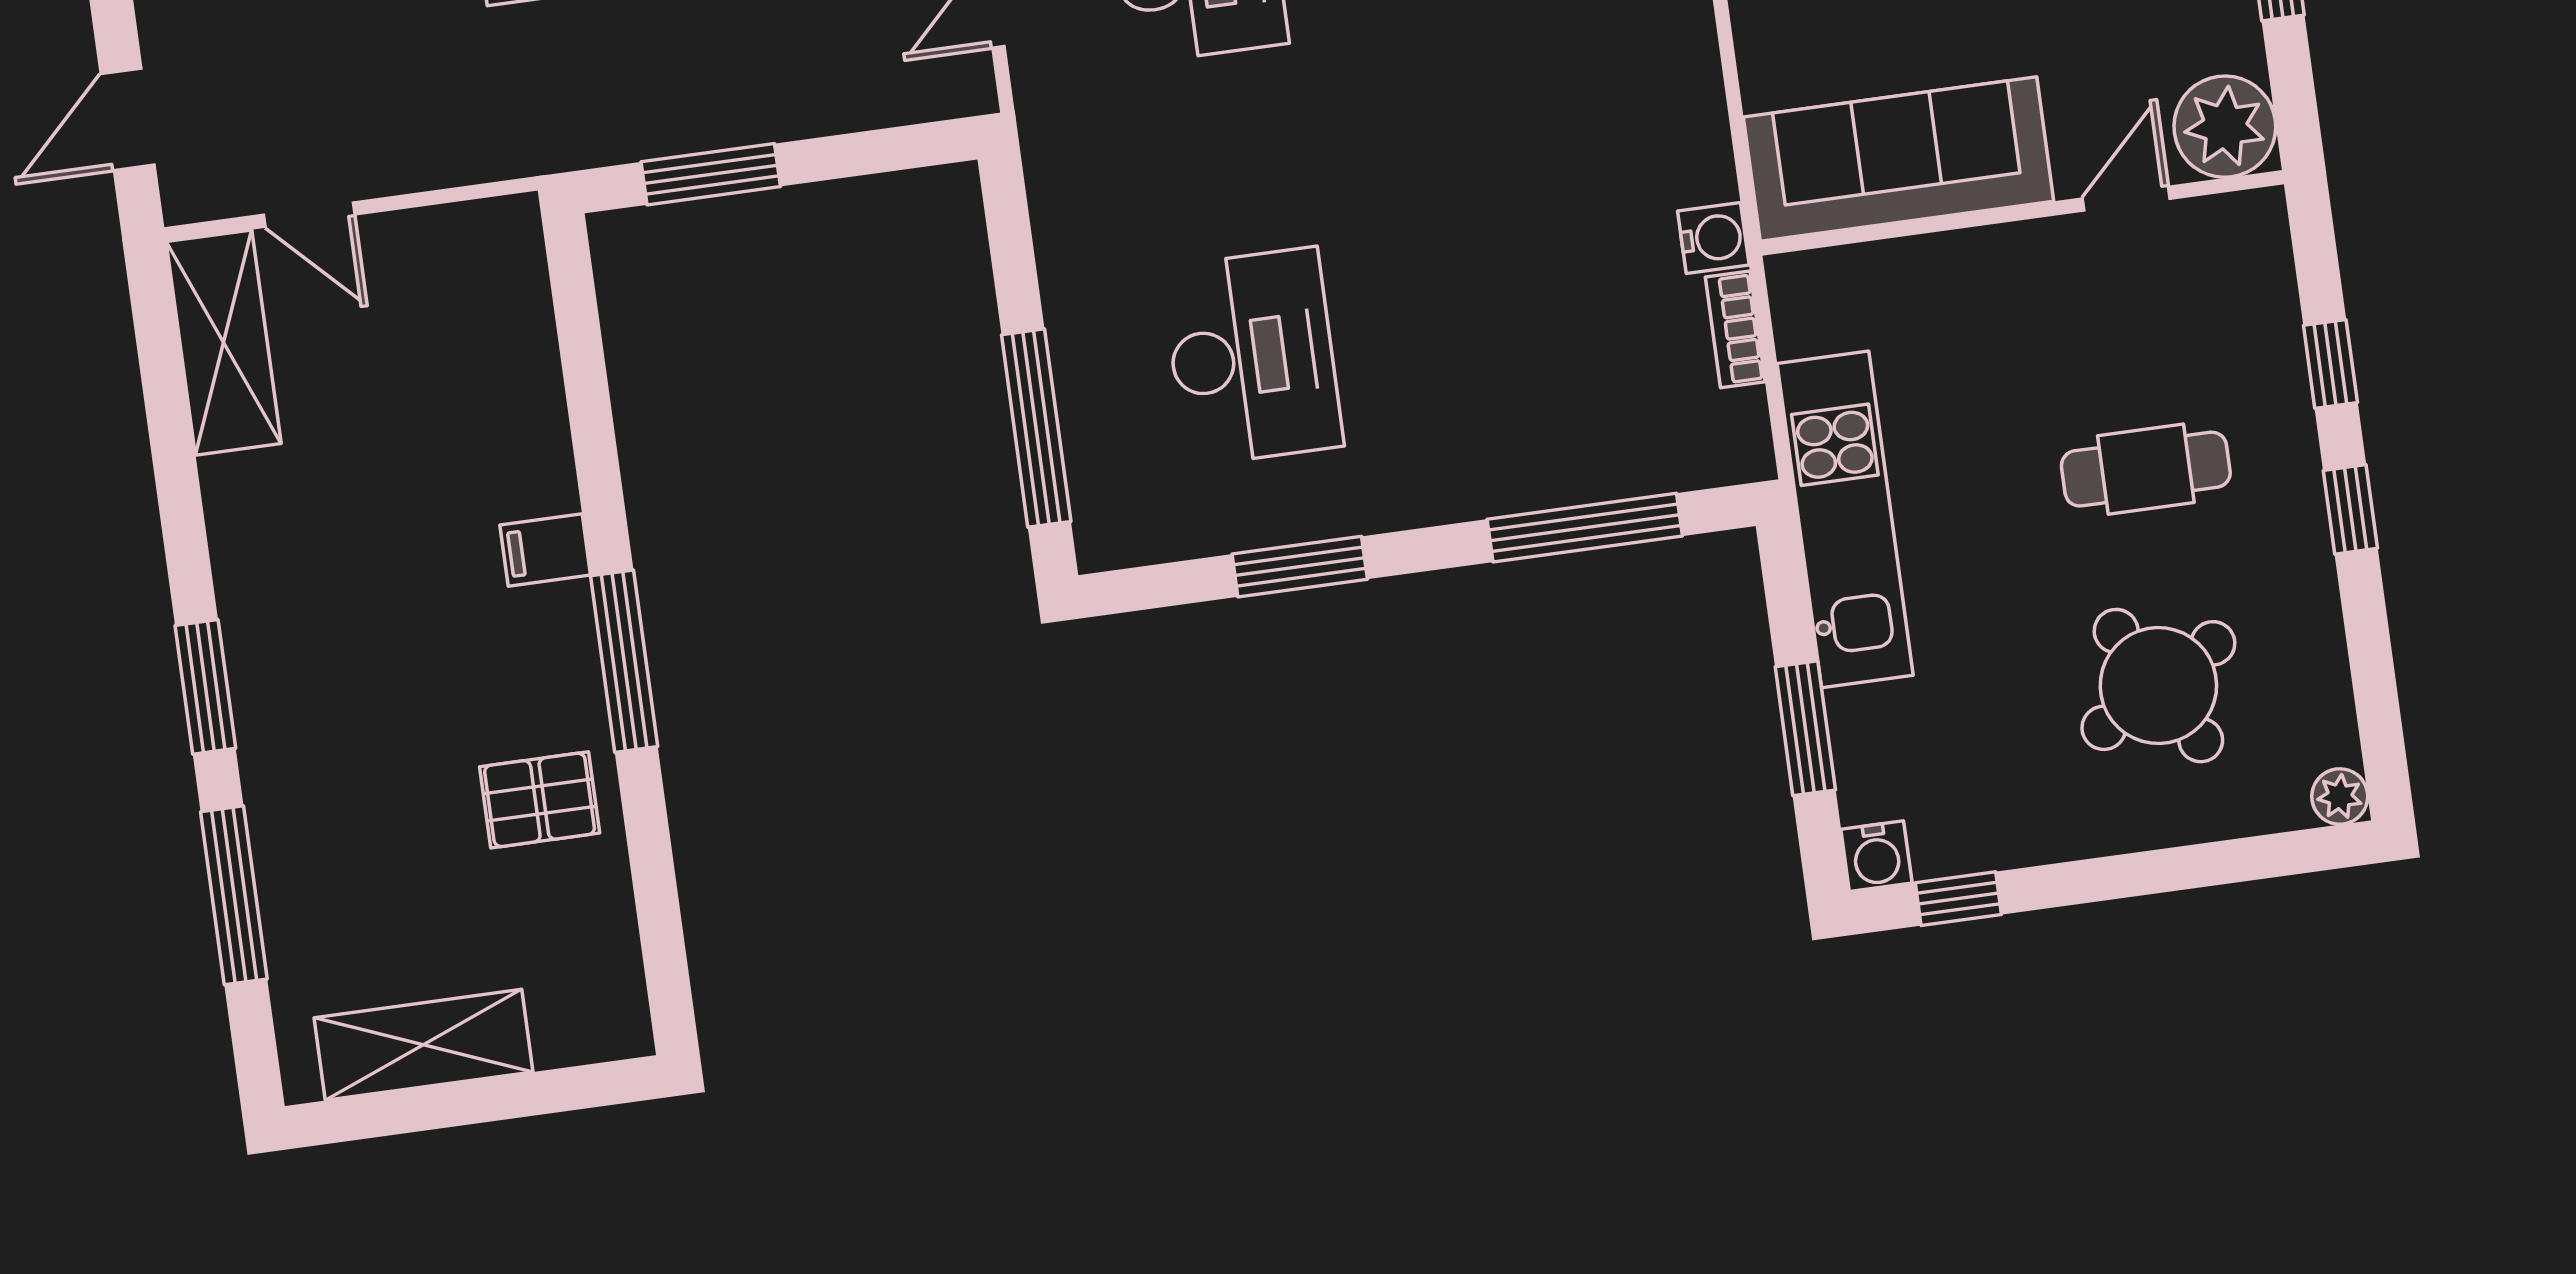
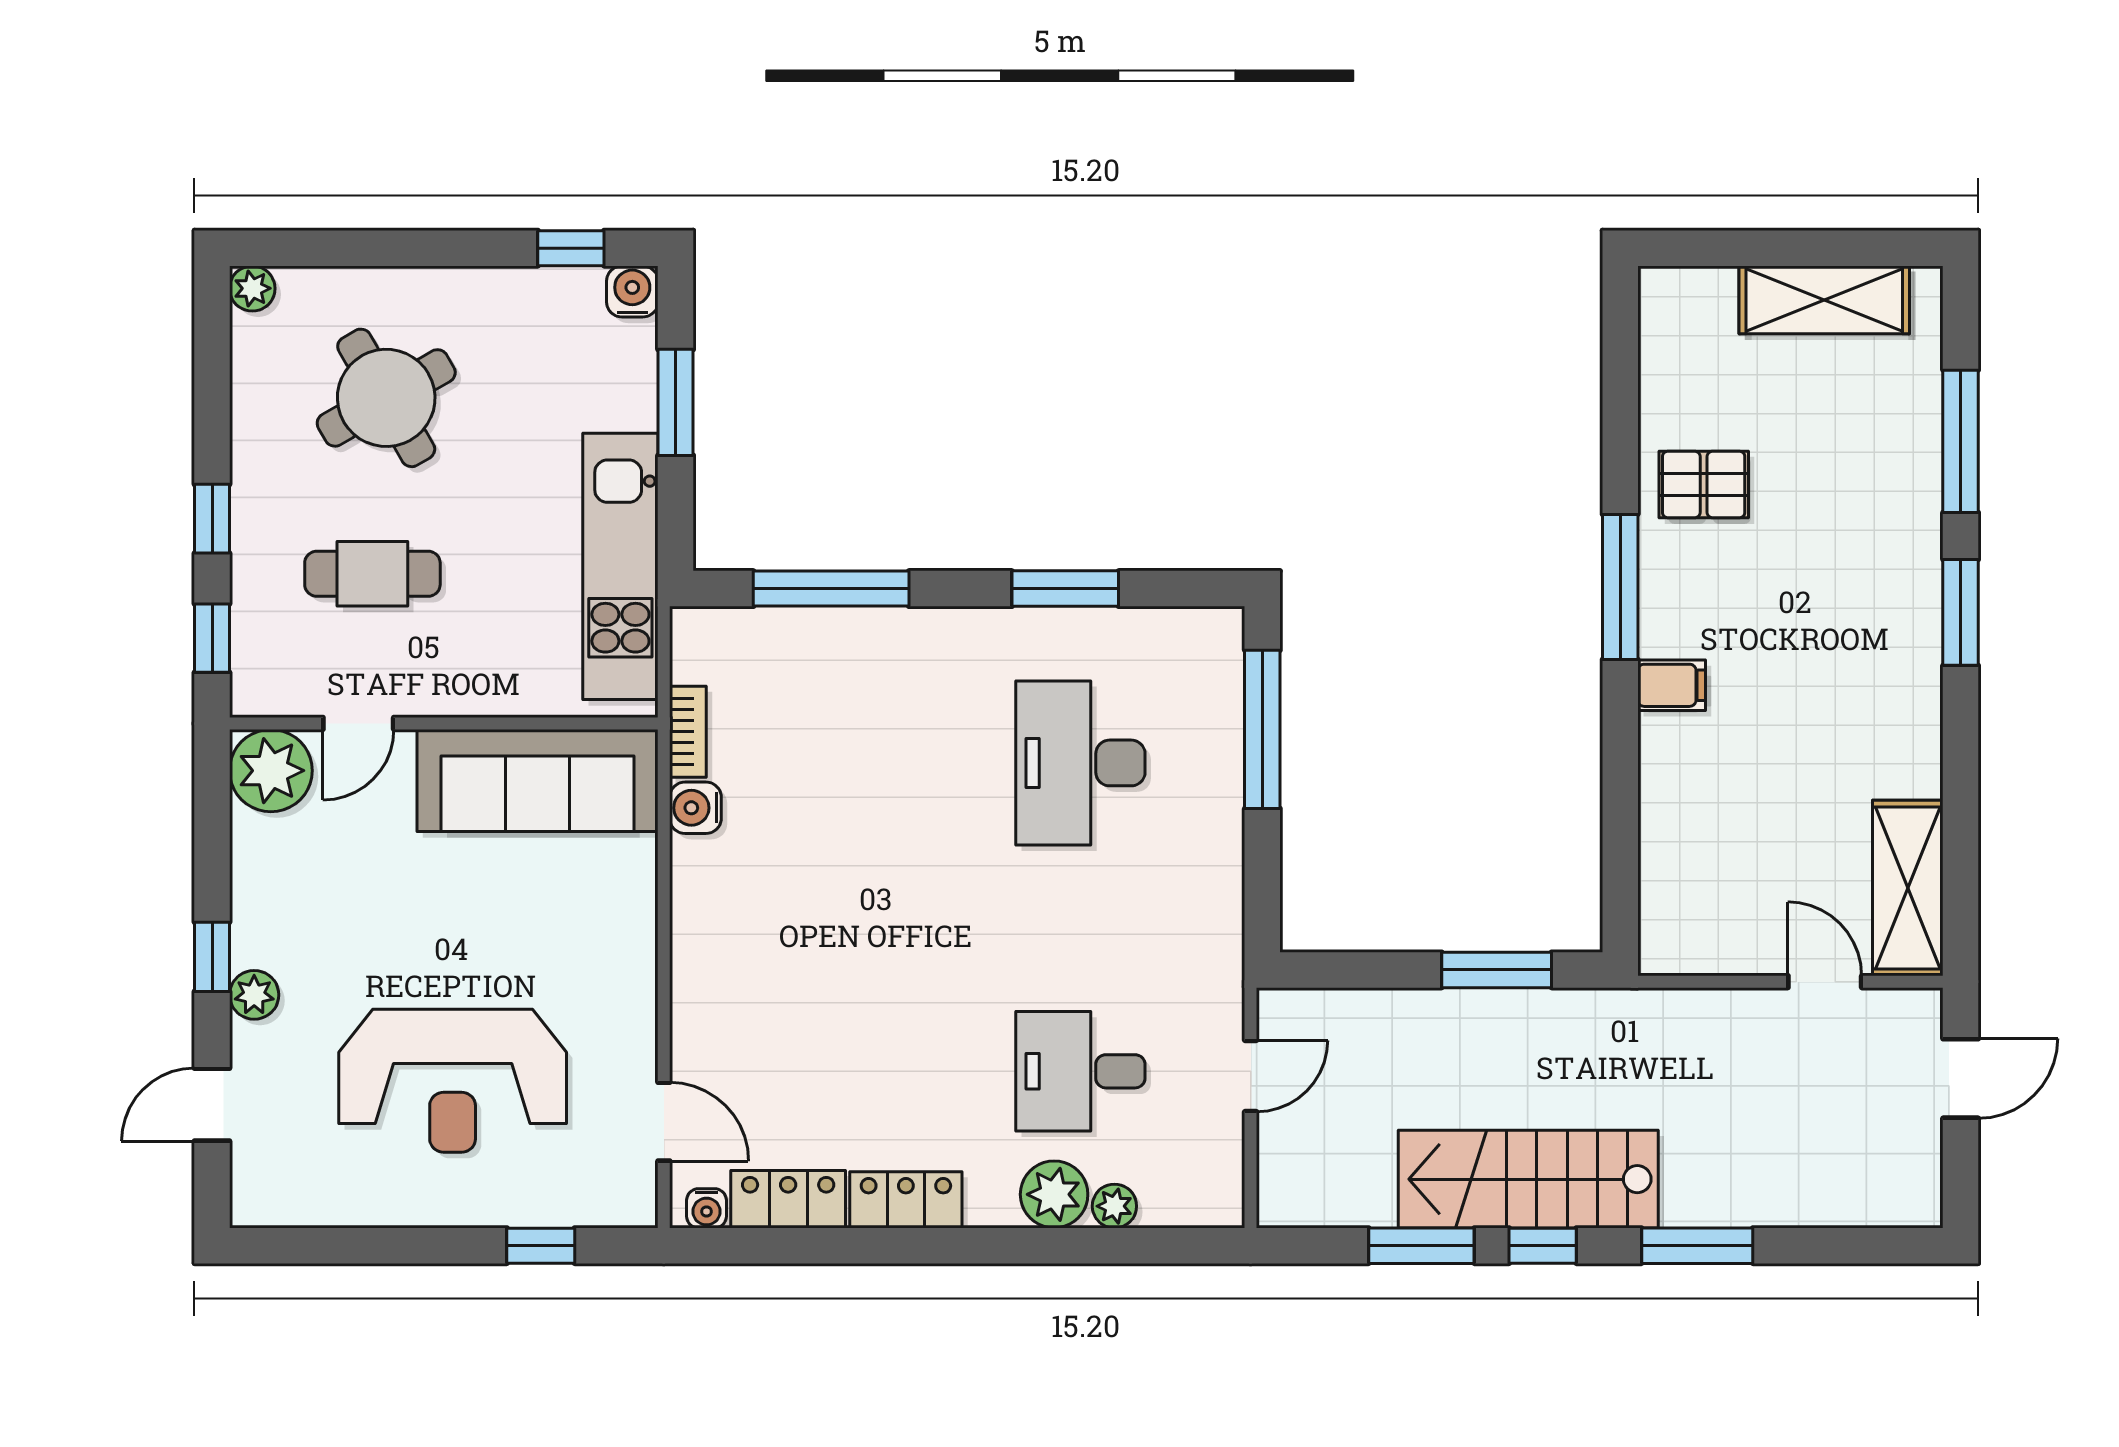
plant: (2225, 127) -> (271, 771), moved
sofa: (1899, 159) -> (538, 781), moved
door: (2126, 199) -> (358, 723), moved
wall: (2022, 213) -> (444, 723), moved

